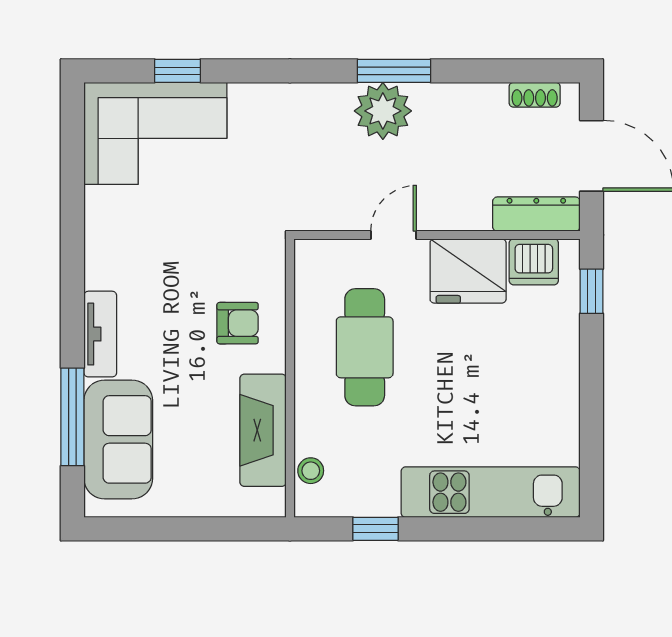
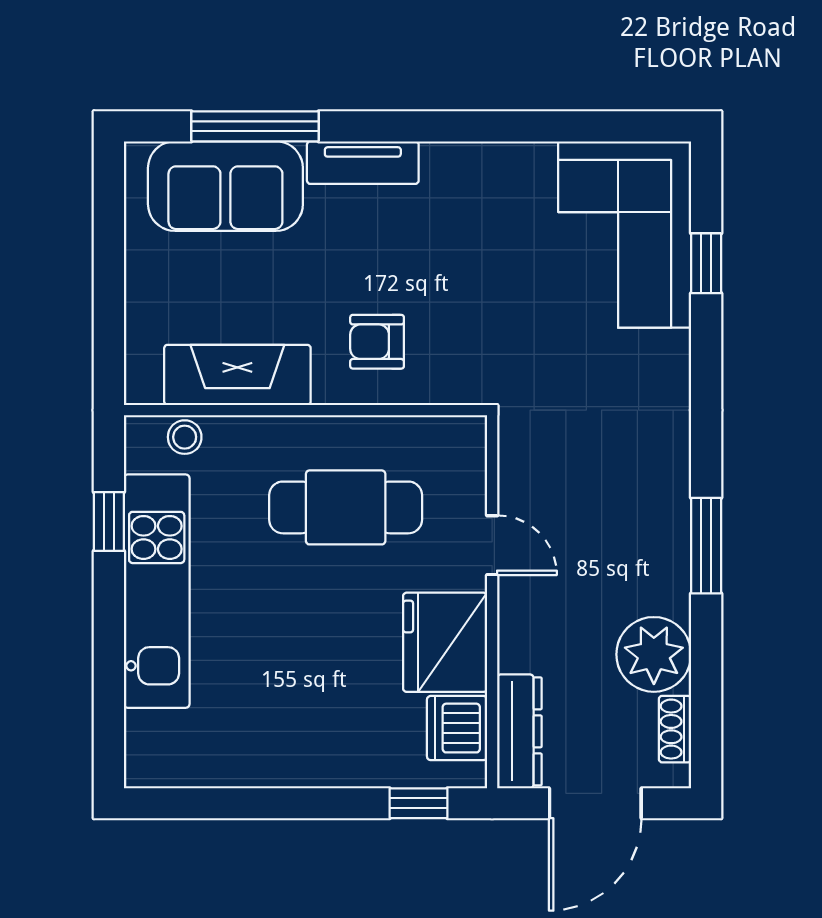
plant: (383, 111) -> (654, 654), moved
armchair: (238, 323) -> (377, 342), turned 90
kitchen unit: (491, 492) -> (157, 591), moved

